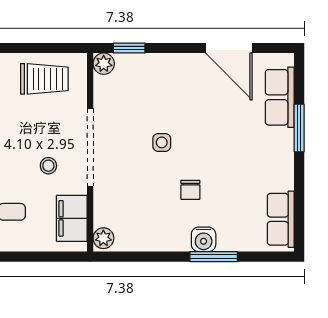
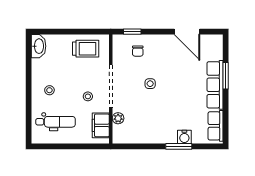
plant: (104, 64) -> (118, 40), removed
row of seats: (280, 97) -> (215, 85), moved, width x1.48
chair: (190, 190) -> (138, 51), moved
plant: (103, 238) -> (118, 118), moved
water cooler: (204, 239) -> (184, 137), moved

